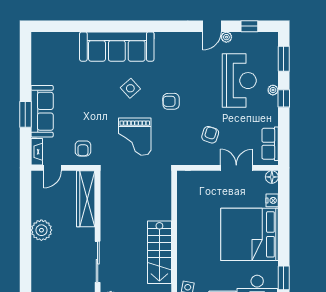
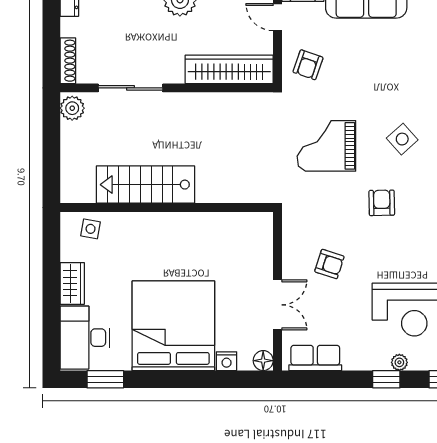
armchair: (83, 148) -> (308, 65), turned -71

